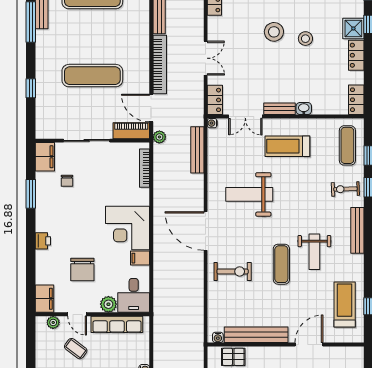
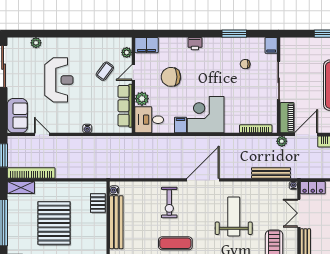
filing cabinet: (45, 157) -> (271, 45), width x0.50

